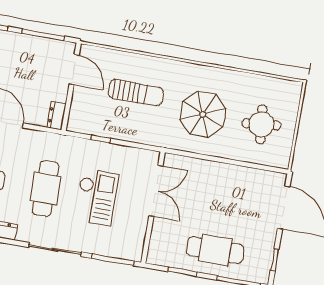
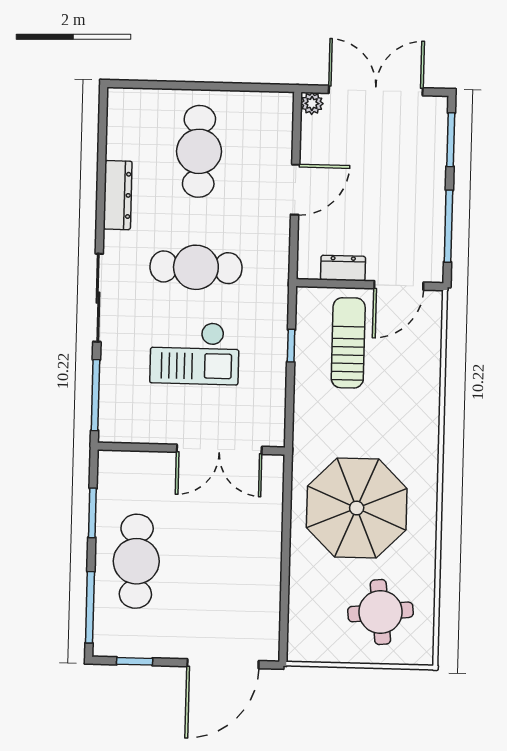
sun lounger: (136, 93) -> (348, 343), moved, turned 180
parasol: (203, 114) -> (357, 508), width x1.36, depth x1.36
dresser: (56, 116) -> (343, 268), moved
round table: (261, 124) -> (380, 612), moved

